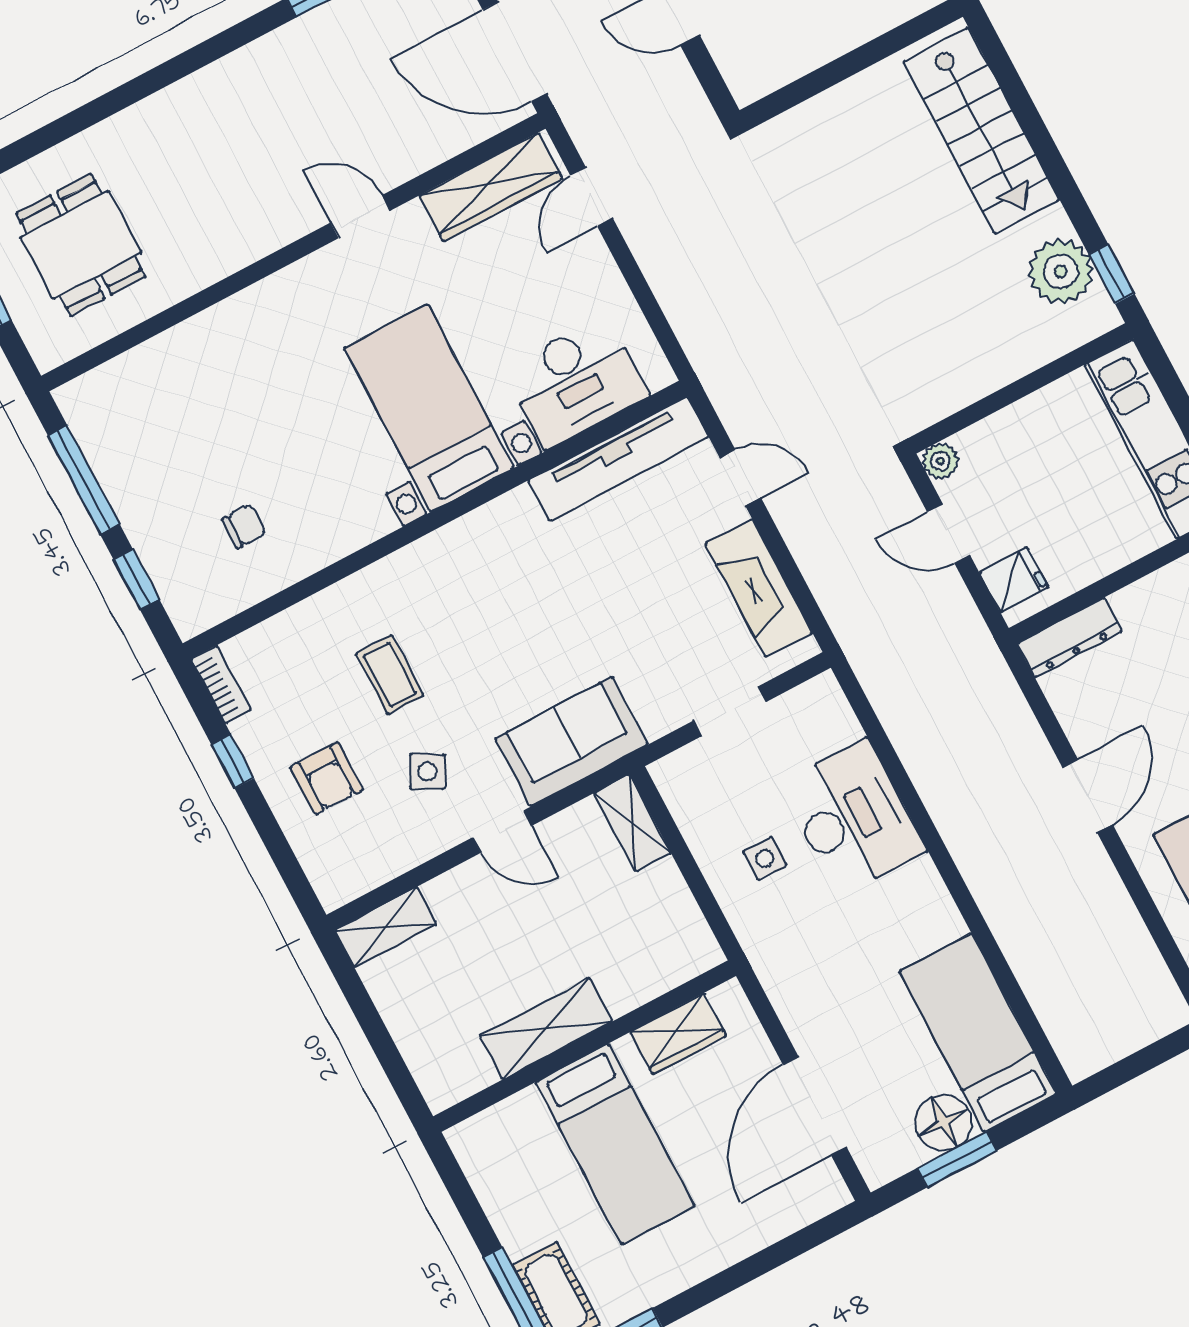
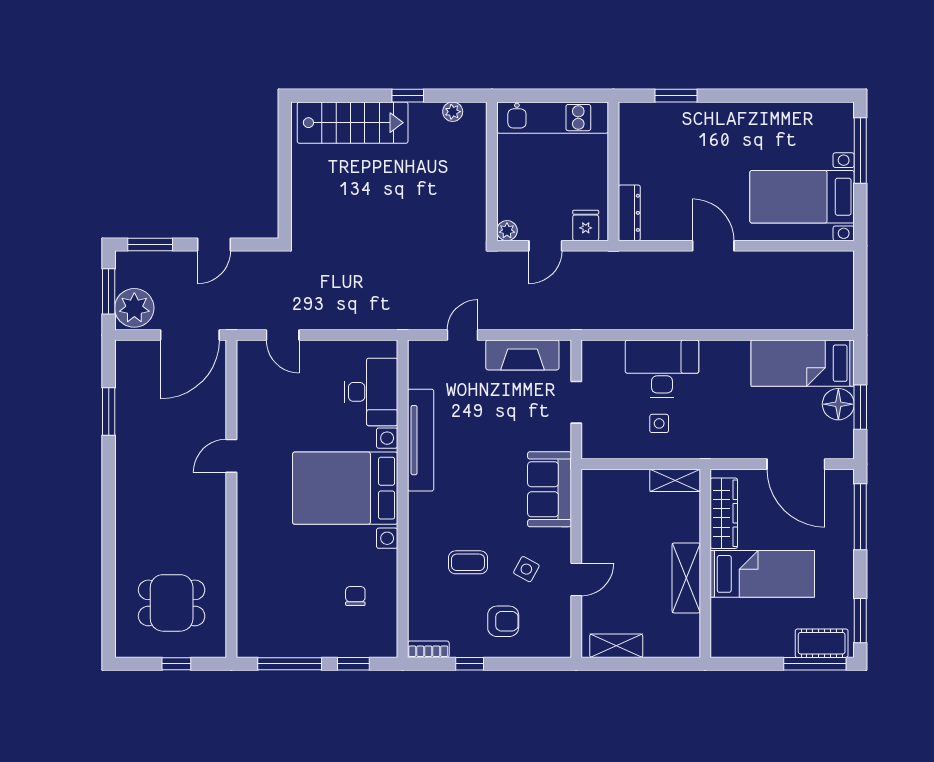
wardrobe: (491, 187) -> (251, 383), removed
plant: (1061, 271) -> (453, 112), width x0.53, depth x0.53
window: (1112, 274) -> (408, 96), moved
bed with nightstands: (429, 408) -> (345, 488), width x1.36
tv unit: (618, 459) -> (421, 440), moved
shelving: (632, 823) -> (675, 480), moved
door: (502, 832) -> (576, 579), moved
shelving: (386, 927) -> (616, 646), moved, turned 90
wardrobe: (678, 1034) -> (724, 513), width x1.50
window: (786, 1250) -> (860, 517), added

